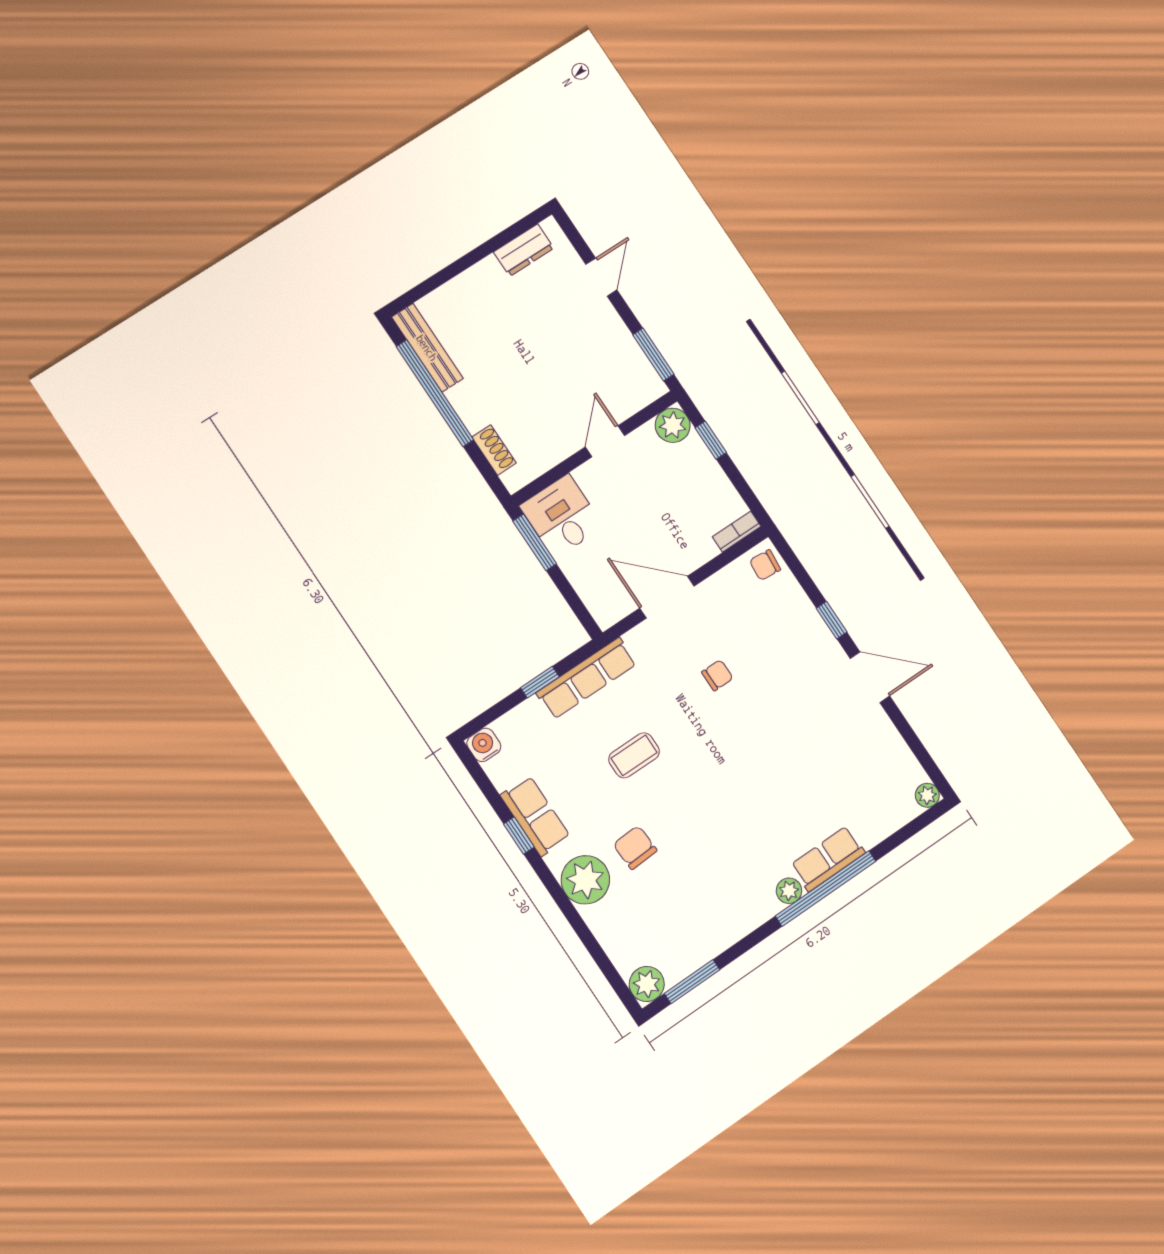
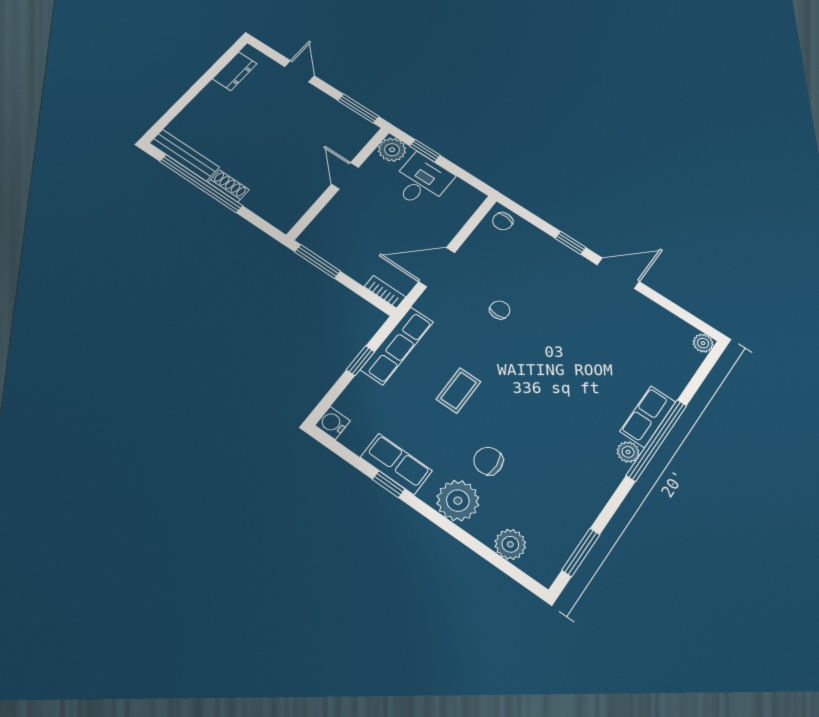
shoe rack: (494, 450) -> (229, 186), moved
desk: (562, 516) -> (421, 181), moved, turned 90
bookcase: (737, 531) -> (385, 292), moved, turned 90
plant: (647, 984) -> (510, 544), moved

